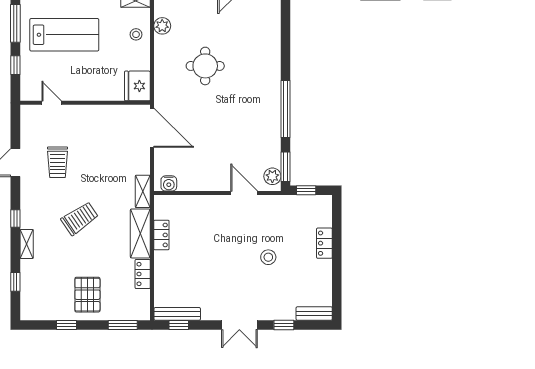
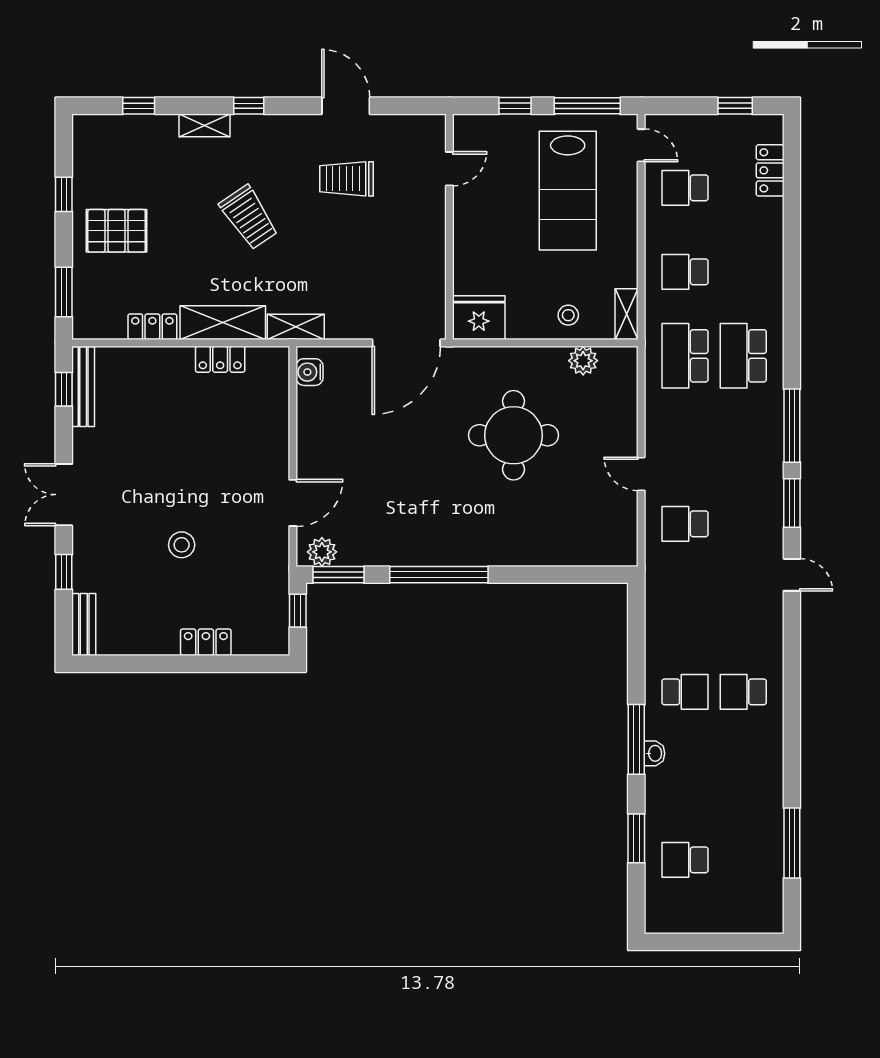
round table: (205, 66) -> (514, 435), width x1.36, depth x1.36

